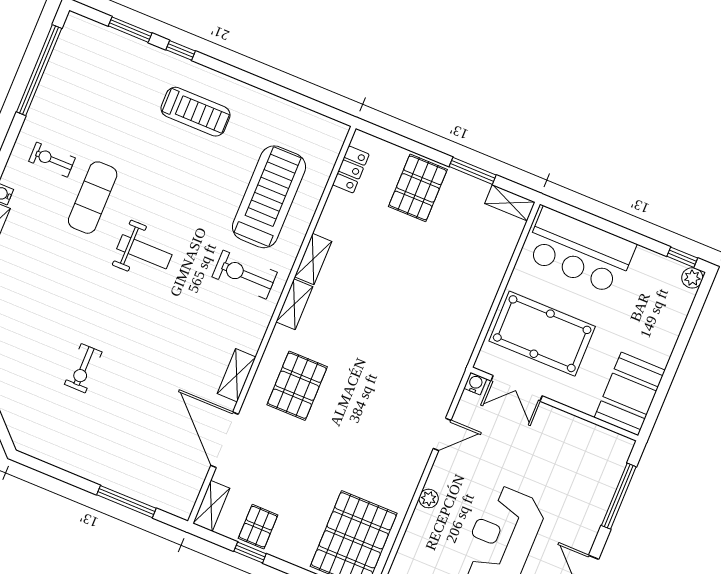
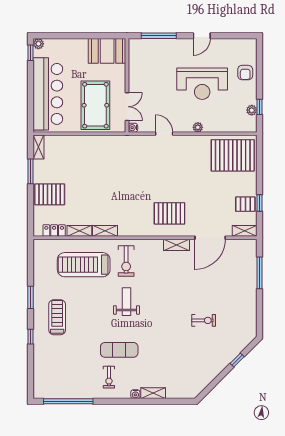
window: (130, 30) -> (30, 297), moved
bar counter: (580, 251) -> (48, 94), width x1.36
weight bench: (144, 252) -> (126, 302), moved
shelving: (294, 304) -> (79, 231), moved

